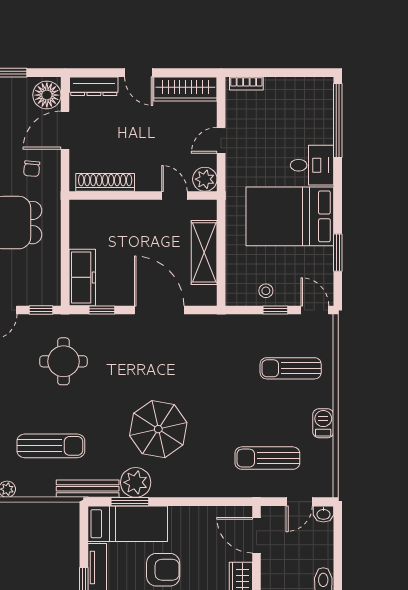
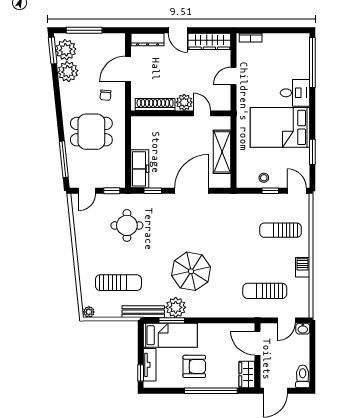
floor lamp: (47, 95) -> (116, 45), removed
plant: (205, 179) -> (184, 102), moved
door: (159, 310) -> (192, 191), hinge flipped

